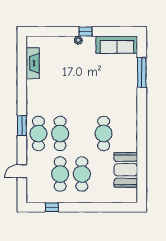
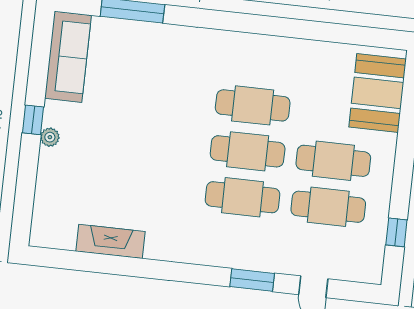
fireplace: (33, 63) -> (110, 241), moved
window: (22, 126) -> (252, 280), moved
cafe table: (38, 133) -> (248, 151), moved
booth: (126, 170) -> (378, 93), moved, turned 90

